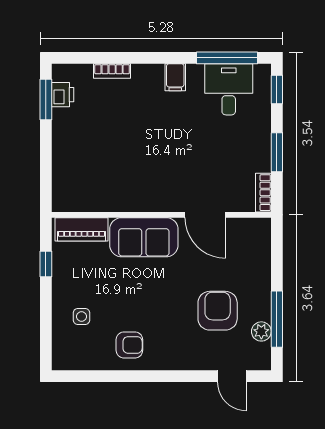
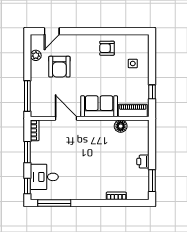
filing cabinet: (175, 77) -> (82, 193), removed
desk: (229, 89) -> (44, 177), moved, turned 90
printer: (63, 95) -> (143, 162), moved
floor lamp: (104, 200) -> (121, 126), added
window: (277, 319) -> (27, 96), moved
door: (232, 376) -> (52, 31), swing flipped

